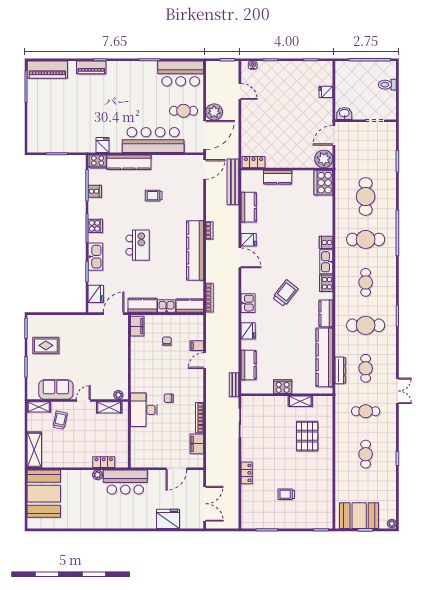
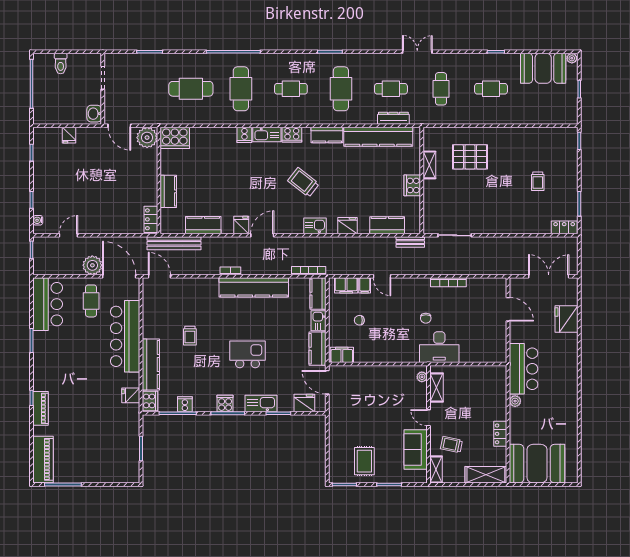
filing cabinet: (197, 444) -> (346, 285), moved
locker: (104, 462) -> (500, 434), moved
locker: (247, 473) -> (564, 227), moved
booth: (359, 516) -> (543, 68), moved, turned 90

